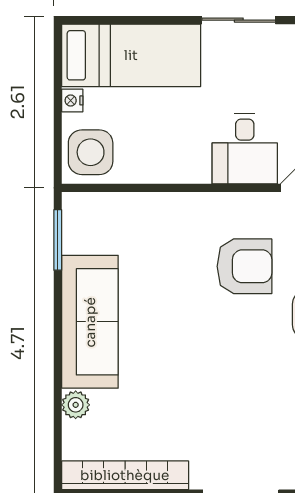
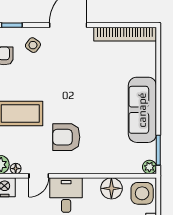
floor lamp: (153, 162) -> (111, 188), added
plant: (76, 405) -> (149, 167), moved

